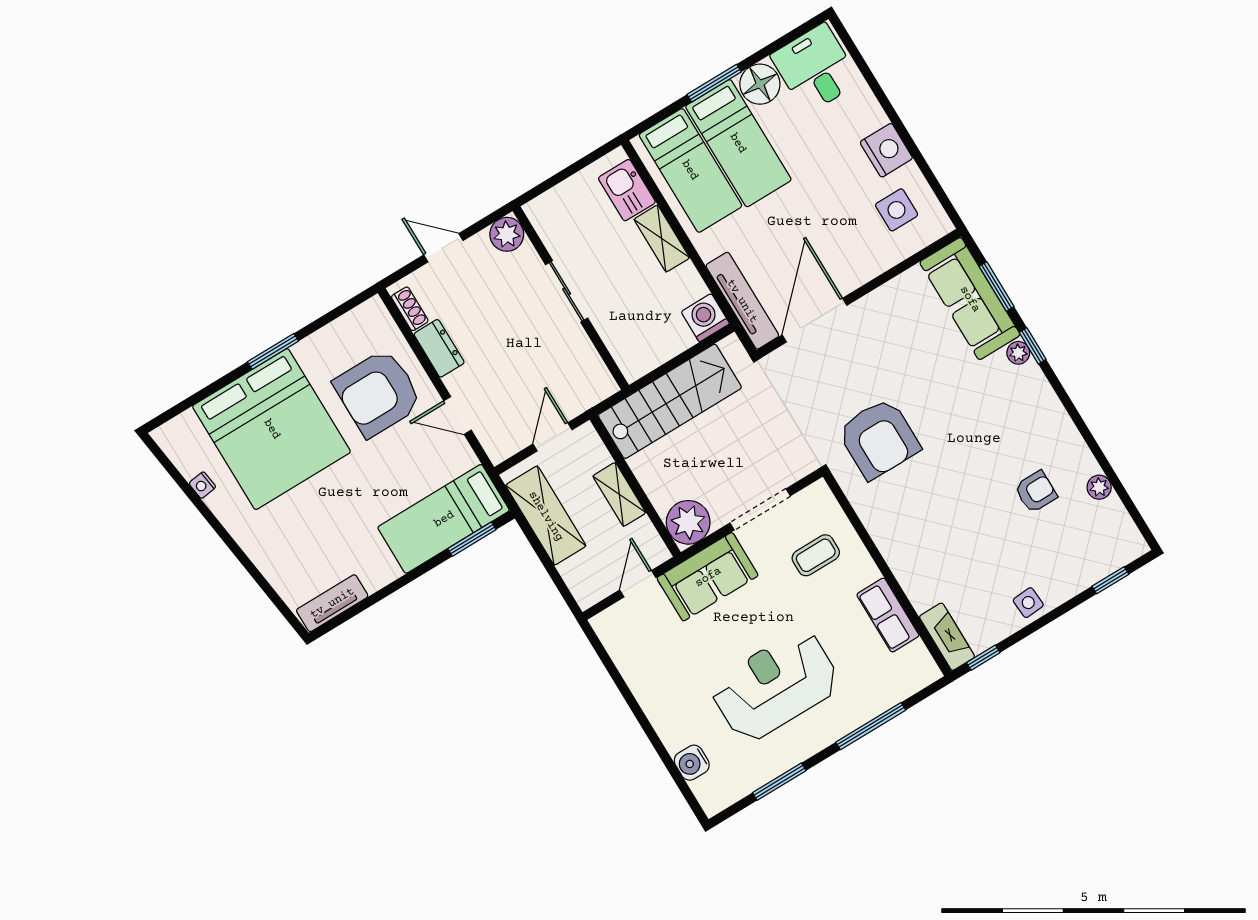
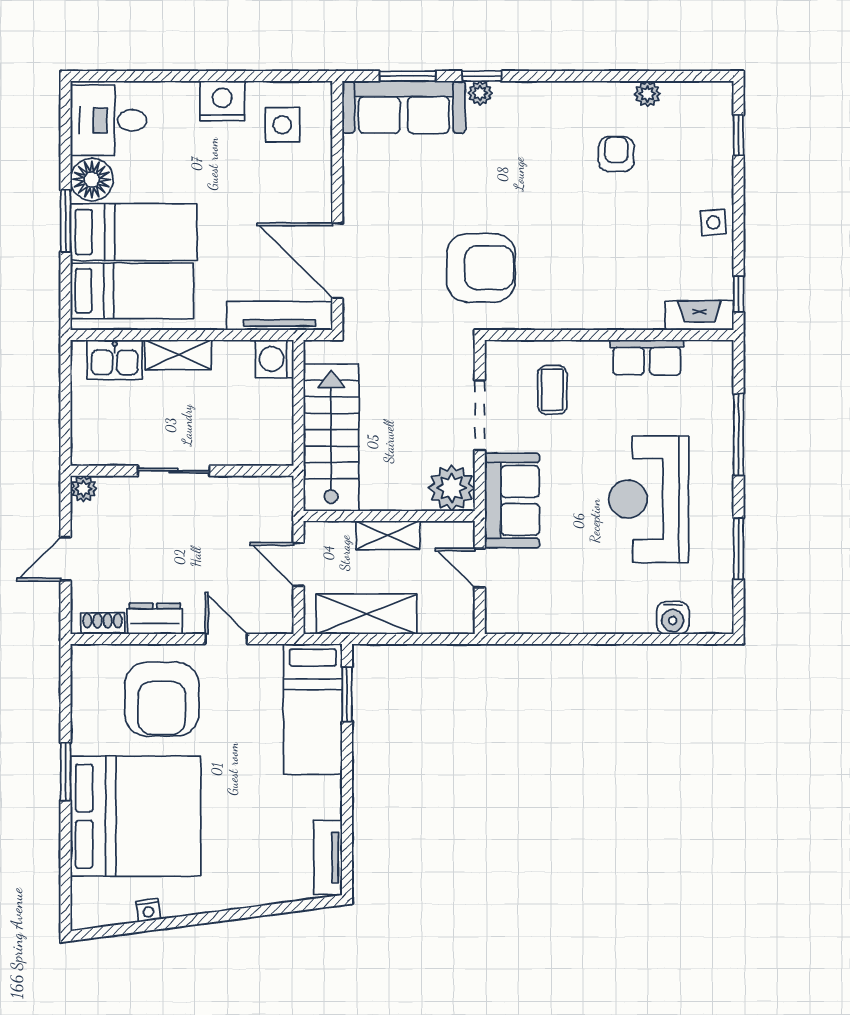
plant: (507, 234) -> (84, 489), width x0.73, depth x0.73
door: (458, 415) -> (226, 639), swing flipped

